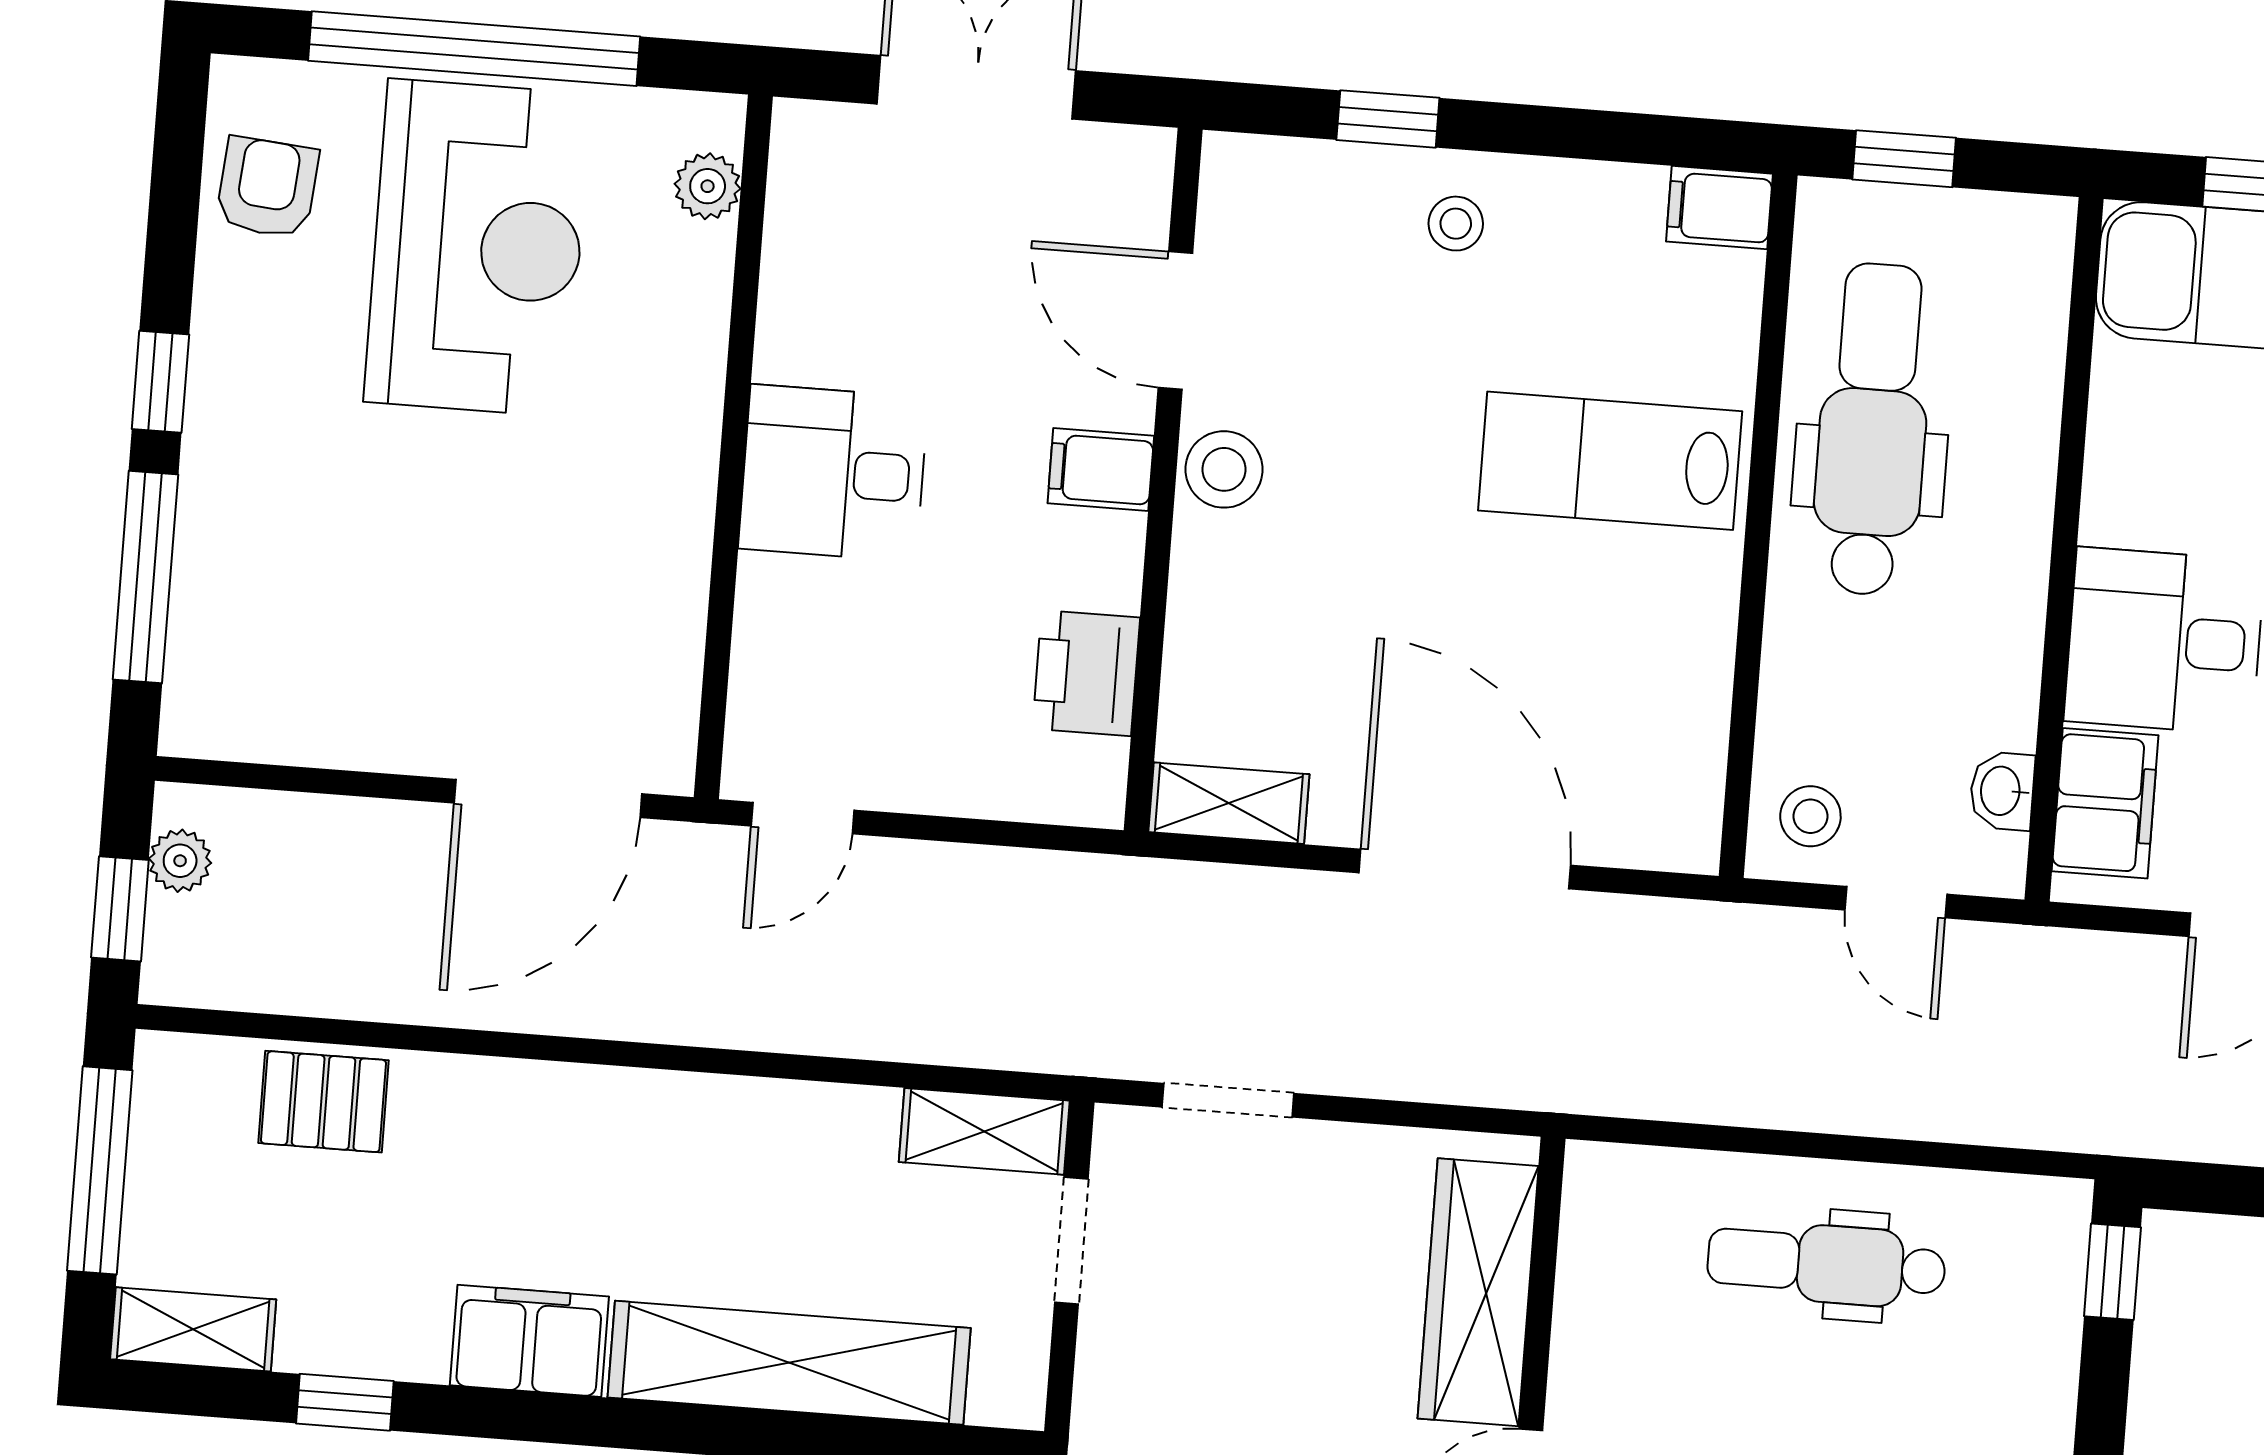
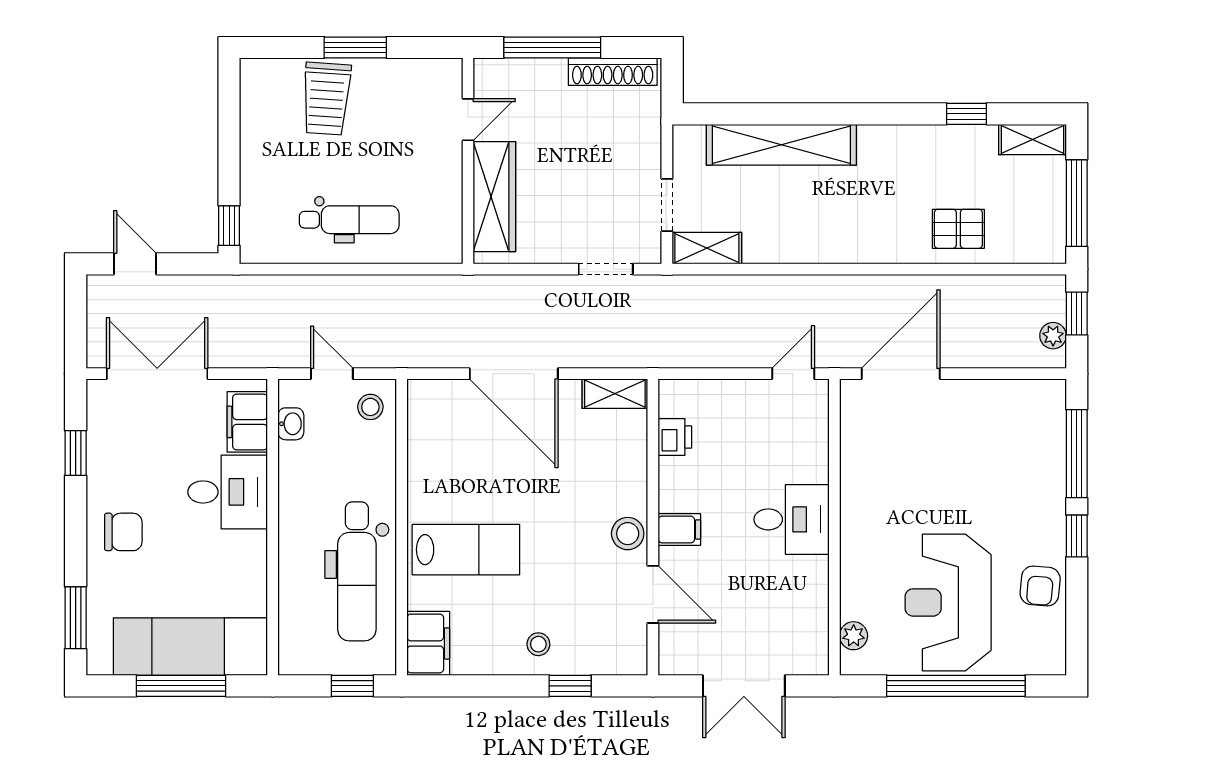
armchair: (267, 188) -> (1040, 586), moved
filing cabinet: (1719, 208) -> (428, 643), width x2.00
printer: (1086, 673) -> (675, 437), width x0.73, depth x0.81
pallet: (324, 1102) -> (958, 229), moved
filing cabinet: (529, 1341) -> (891, 146), removed

